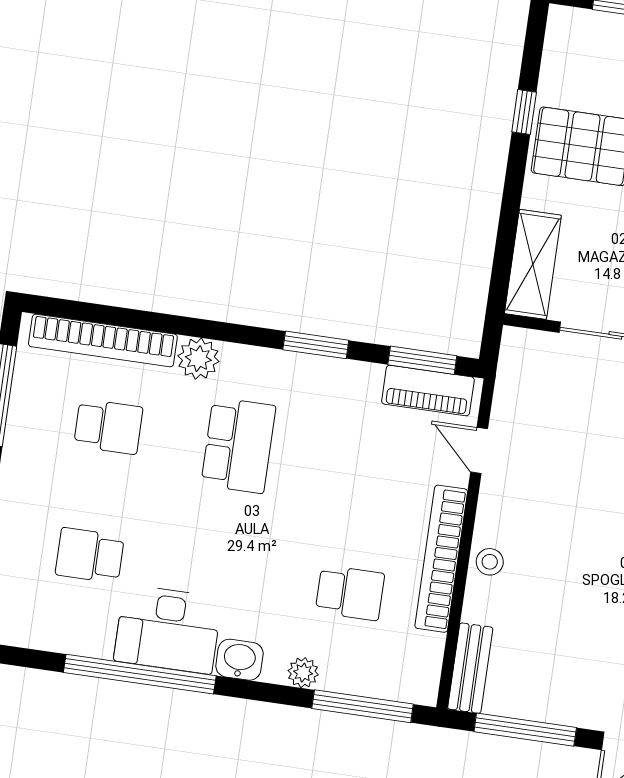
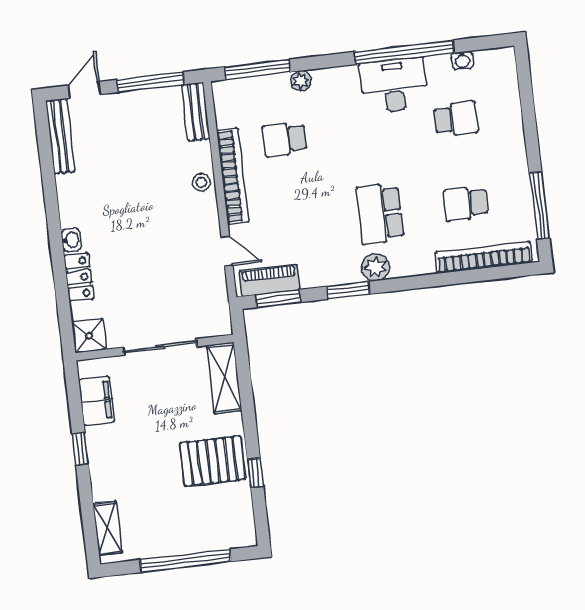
plant: (198, 359) -> (376, 267), moved
washbasin: (239, 660) -> (462, 60), moved, width x0.72, depth x0.69

